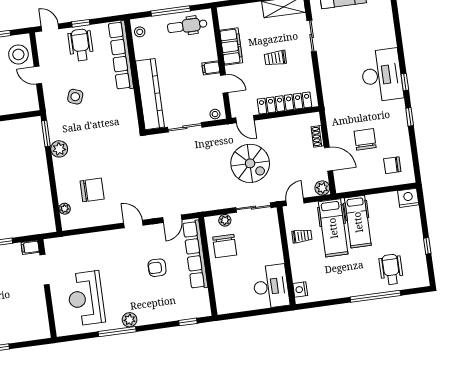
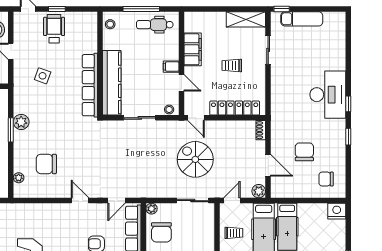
row of seats: (121, 55) -> (90, 85), moved
window: (46, 134) -> (11, 130), moved
shoe rack: (317, 136) -> (261, 130), moved
spiral stairs: (250, 163) -> (195, 159), turned 180
chair: (92, 190) -> (46, 164), turned 180
plant: (225, 220) -> (152, 209), moved

